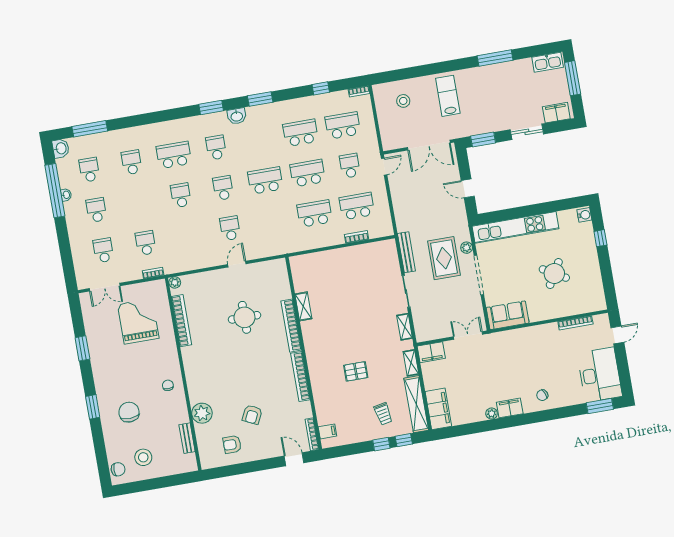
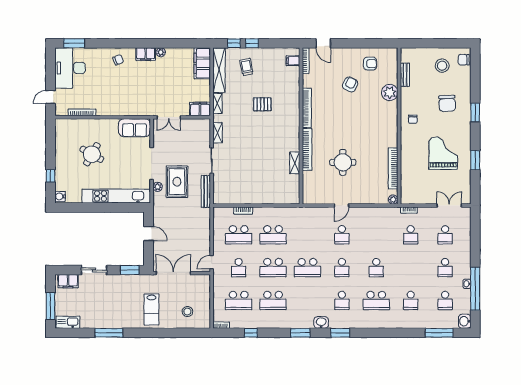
grand piano: (138, 321) -> (443, 153), moved, turned 180

